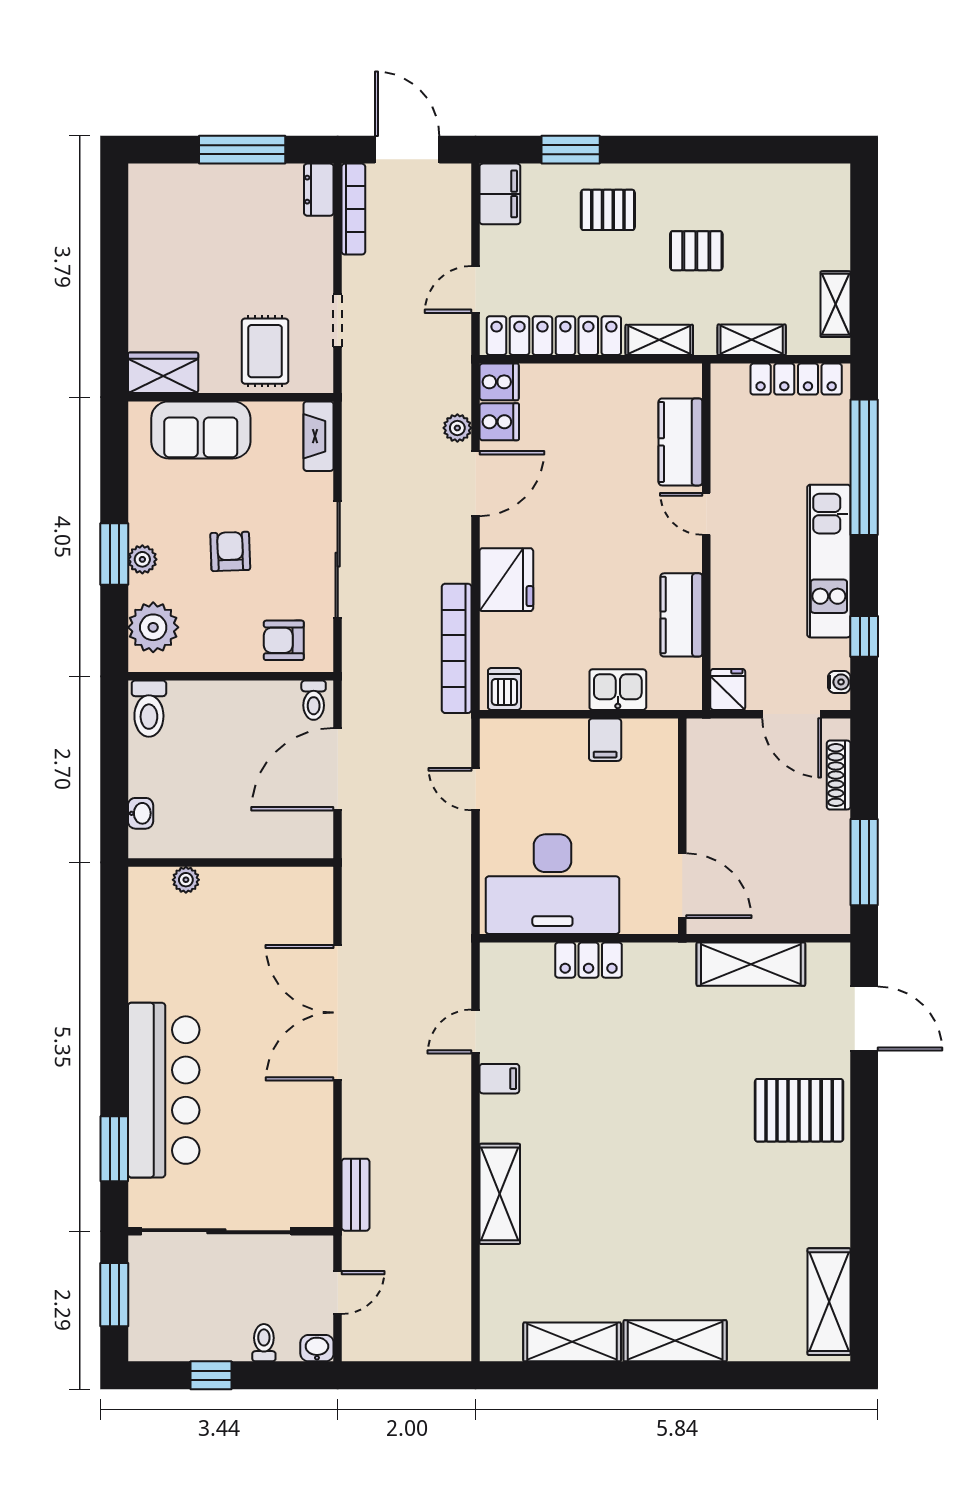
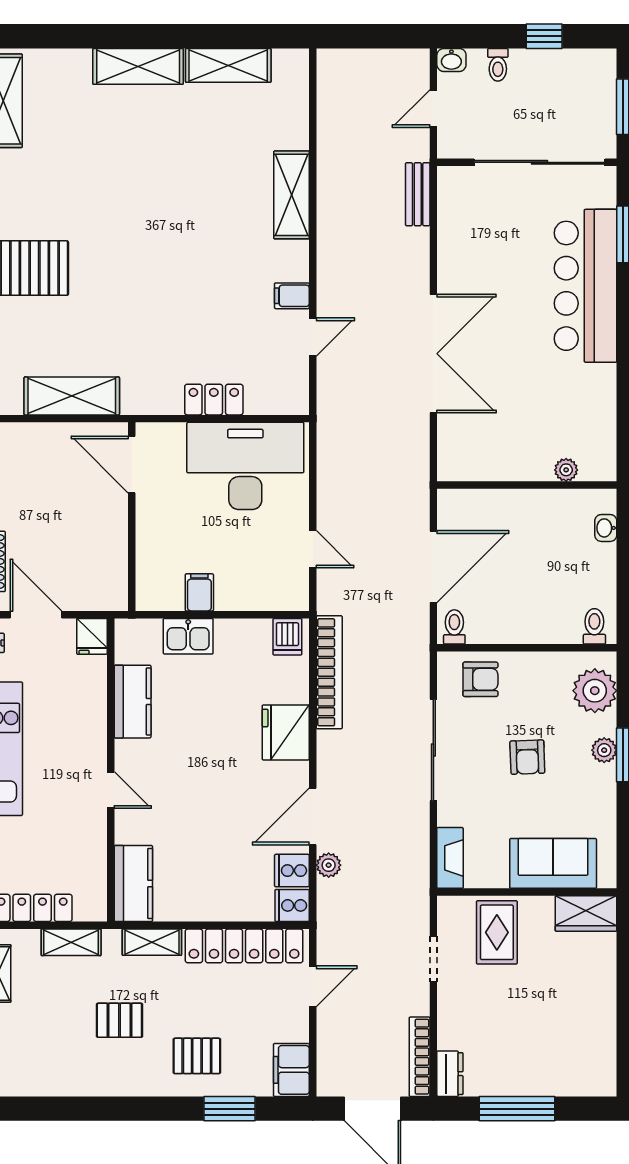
kitchen counter: (680, 442) -> (133, 884), moved
toilet: (149, 709) -> (594, 626), width x0.73, depth x0.72

